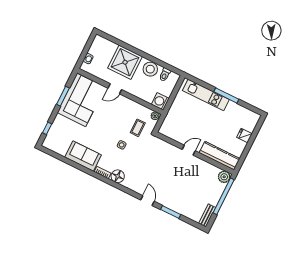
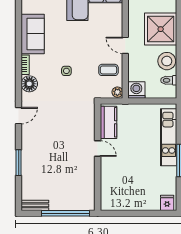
door: (115, 89) -> (125, 45), moved
coffee table: (138, 128) -> (108, 70), moved
fridge: (244, 136) -> (167, 203), moved
kitchen counter: (220, 156) -> (108, 122), moved, width x0.67
plant: (224, 177) -> (87, 203), removed
door: (147, 201) -> (19, 116), moved

